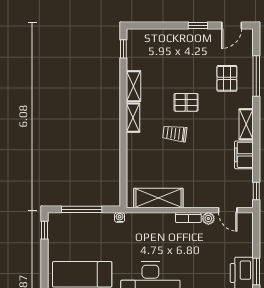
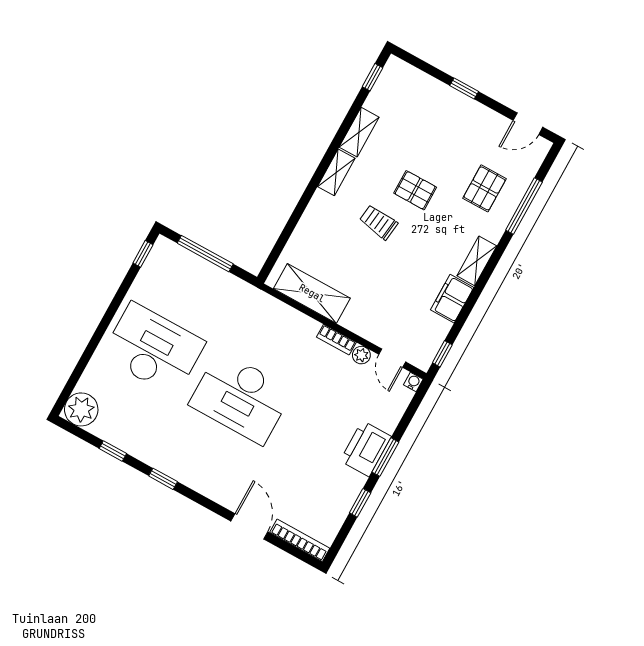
window: (198, 25) -> (464, 89), moved
water cooler: (120, 217) -> (413, 382), moved

